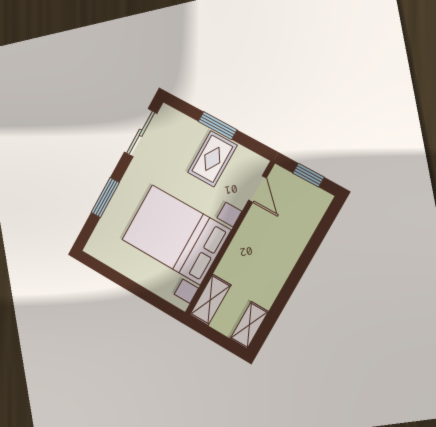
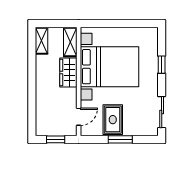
door: (257, 189) -> (79, 117), swing flipped
window: (105, 198) -> (162, 65), width x0.67
wardrobe: (237, 259) -> (68, 73), added

